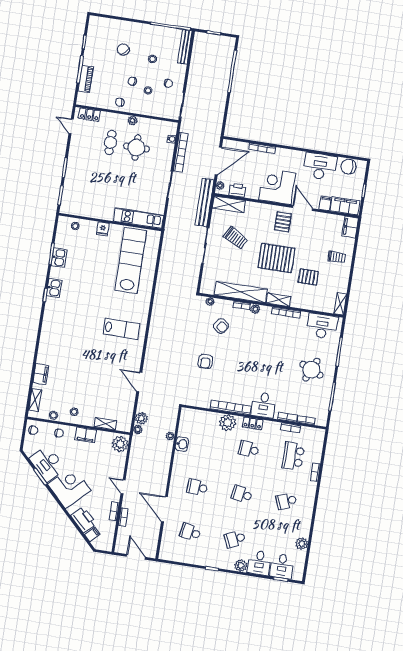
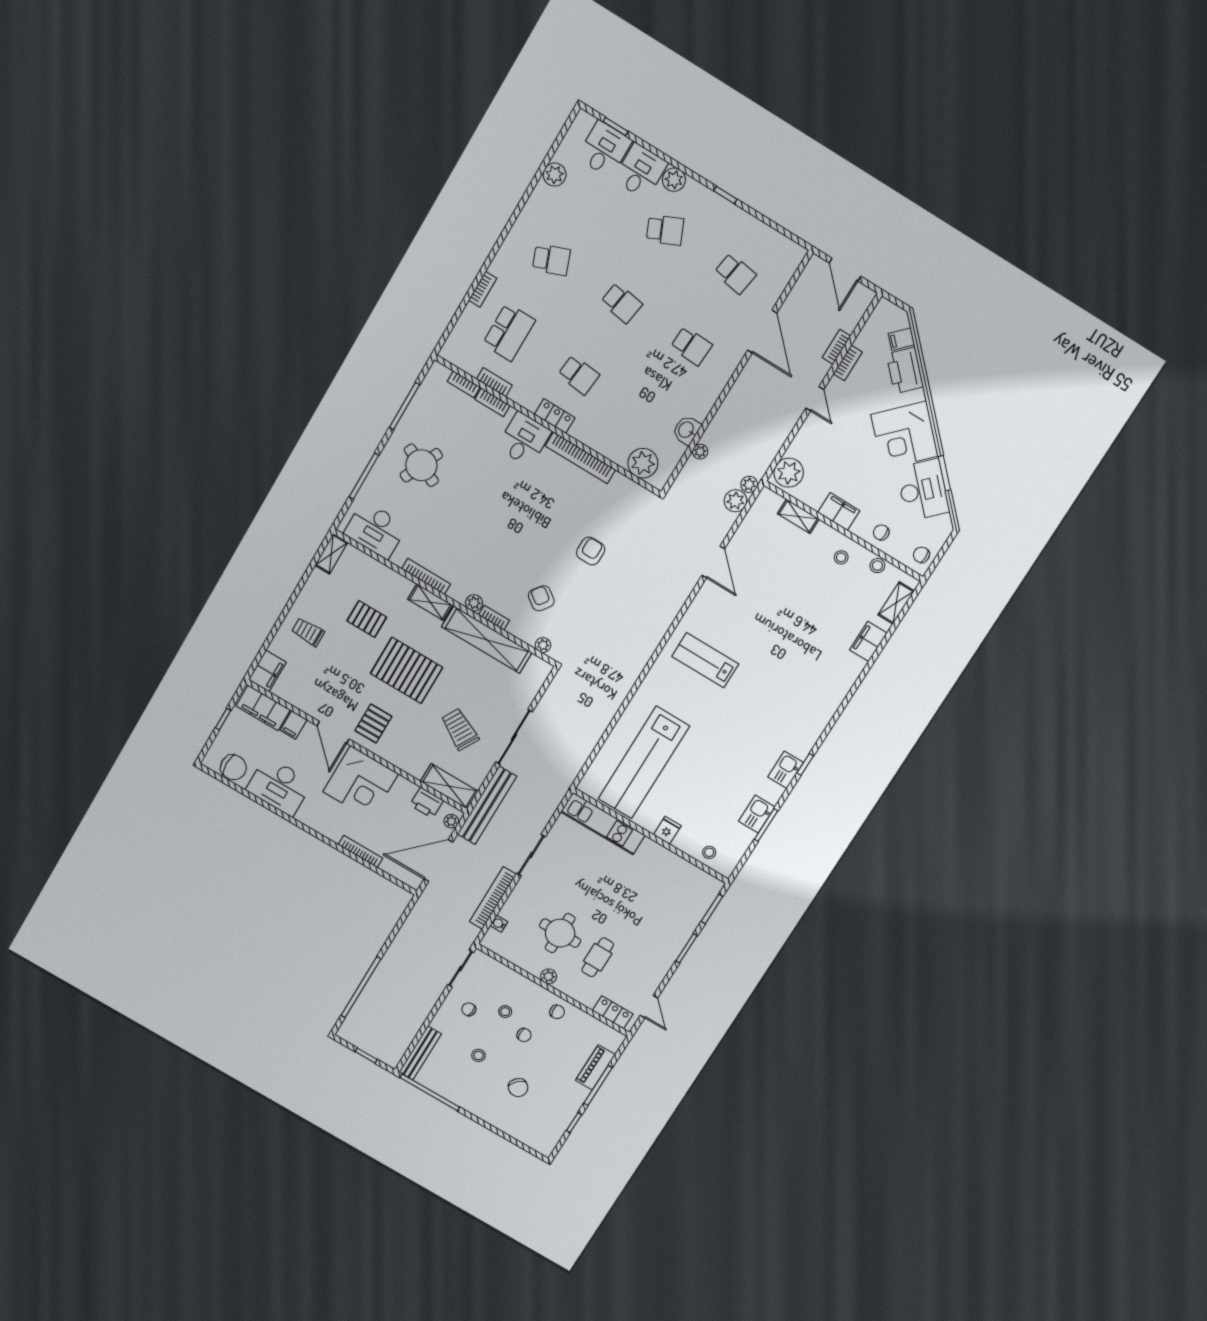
plant: (228, 423) -> (643, 463), moved

